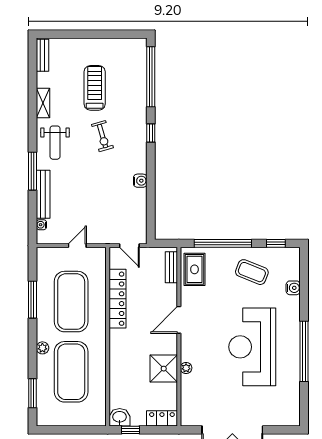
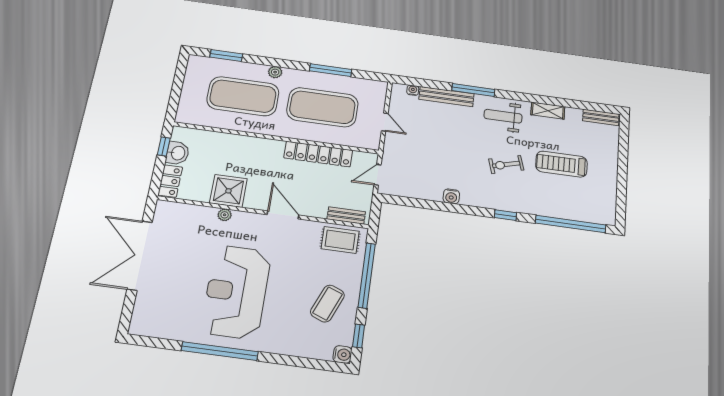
treadmill: (95, 88) -> (561, 164), turned 180
water cooler: (293, 288) -> (342, 354), moved, turned -90
reception desk: (252, 347) -> (236, 292), turned -90
washbasin: (120, 417) -> (178, 153), moved

